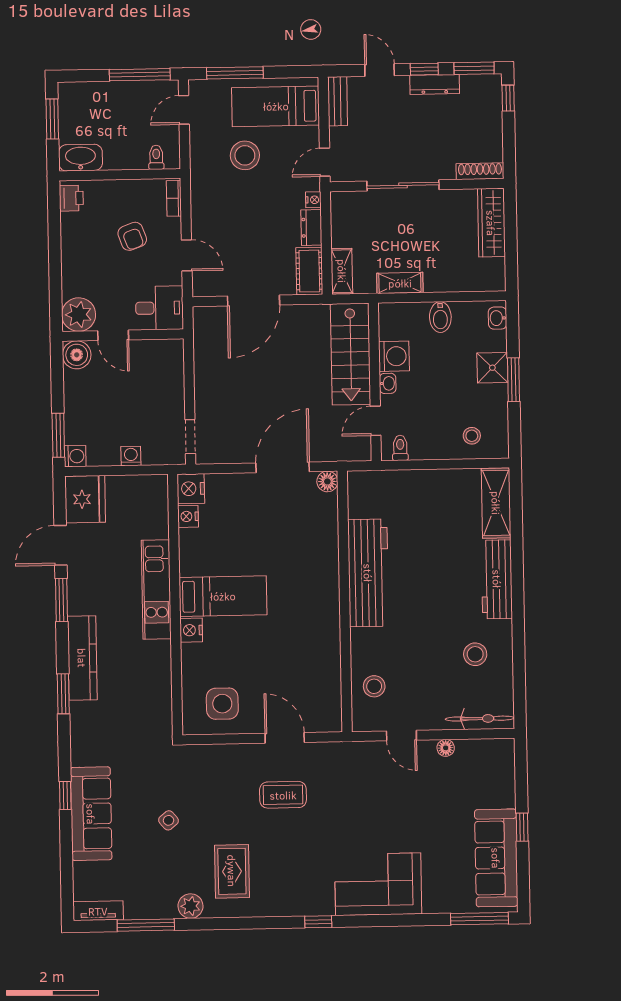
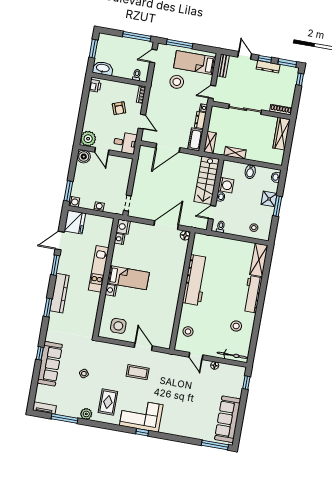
window: (522, 827) -> (246, 383), moved
corner sofa: (378, 884) -> (141, 415), moved

